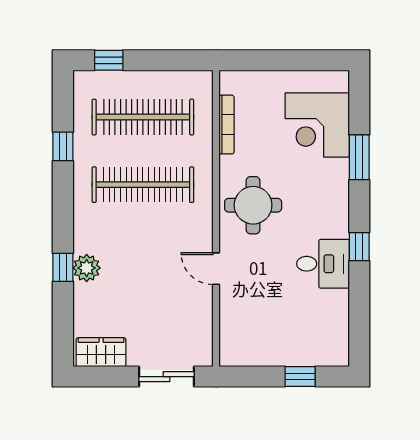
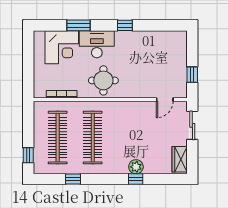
desk: (323, 264) -> (97, 44), moved, width x1.37
door: (216, 269) -> (165, 100), moved
window: (300, 377) -> (192, 75), moved

